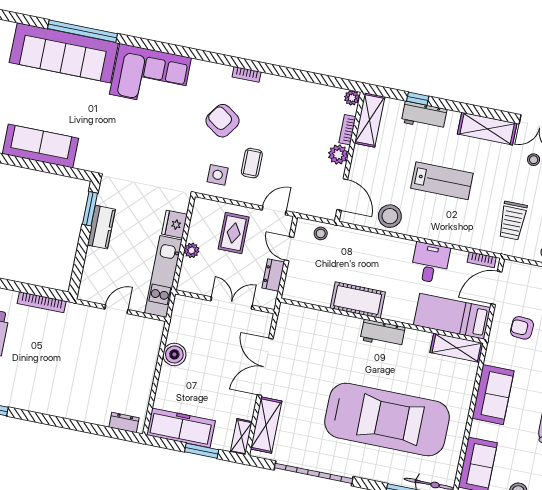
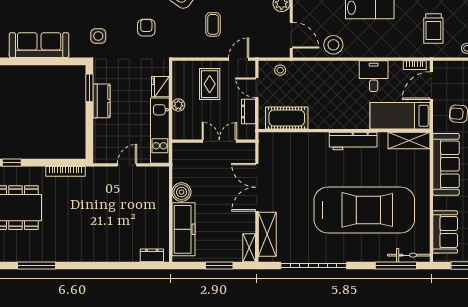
armchair: (172, 151) -> (146, 28), added
side table: (218, 175) -> (98, 36), moved
cot: (358, 300) -> (287, 118), moved
workbench: (383, 334) -> (353, 141), width x1.38
sofa: (493, 395) -> (446, 164), width x1.36
freezer: (181, 428) -> (184, 229), moved, turned 90

